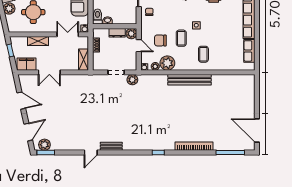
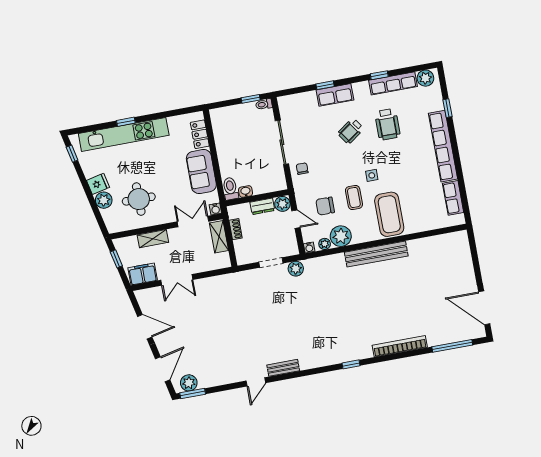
coffee table: (203, 54) -> (389, 214), width x1.86, depth x1.72
shelving: (84, 60) -> (219, 237), moved

